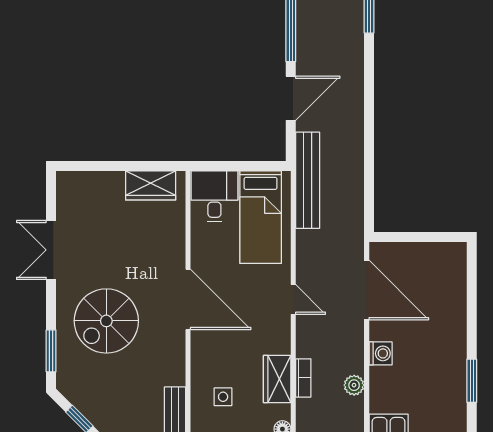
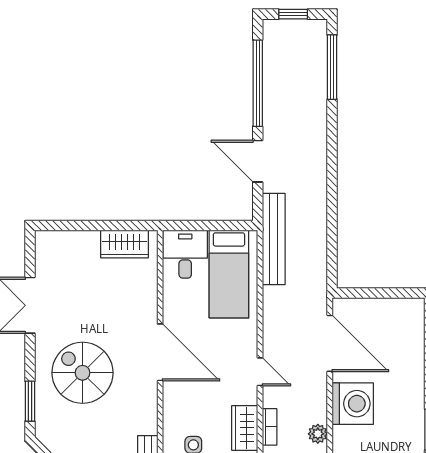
door: (291, 98) -> (258, 161), swing flipped
door: (293, 299) -> (260, 372), moved
spiral stairs: (106, 321) -> (82, 373), turned 90
washing machine: (381, 353) -> (353, 404), width x1.89, depth x1.89

